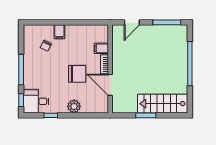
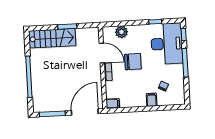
door: (132, 22) -> (85, 112), width x1.88
filing cabinet: (101, 48) -> (113, 104), moved
chair: (77, 74) -> (133, 62), turned 180
desk: (36, 101) -> (167, 44), width x1.87, depth x1.30
plant: (74, 106) -> (121, 32), moved

